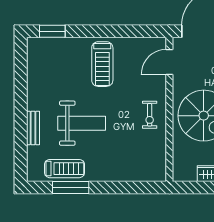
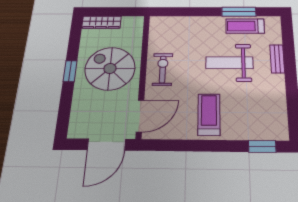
door: (169, 62) -> (140, 116), width x1.36
exercise bike: (150, 115) -> (163, 69), width x1.38, depth x1.39

